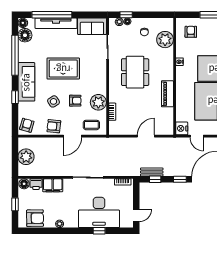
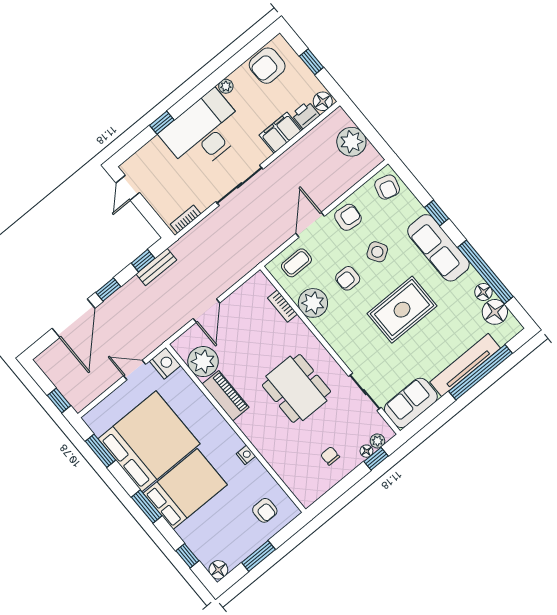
floor lamp: (23, 23) -> (483, 292), moved
plant: (165, 40) -> (203, 362), moved
desk: (99, 212) -> (204, 132), moved

